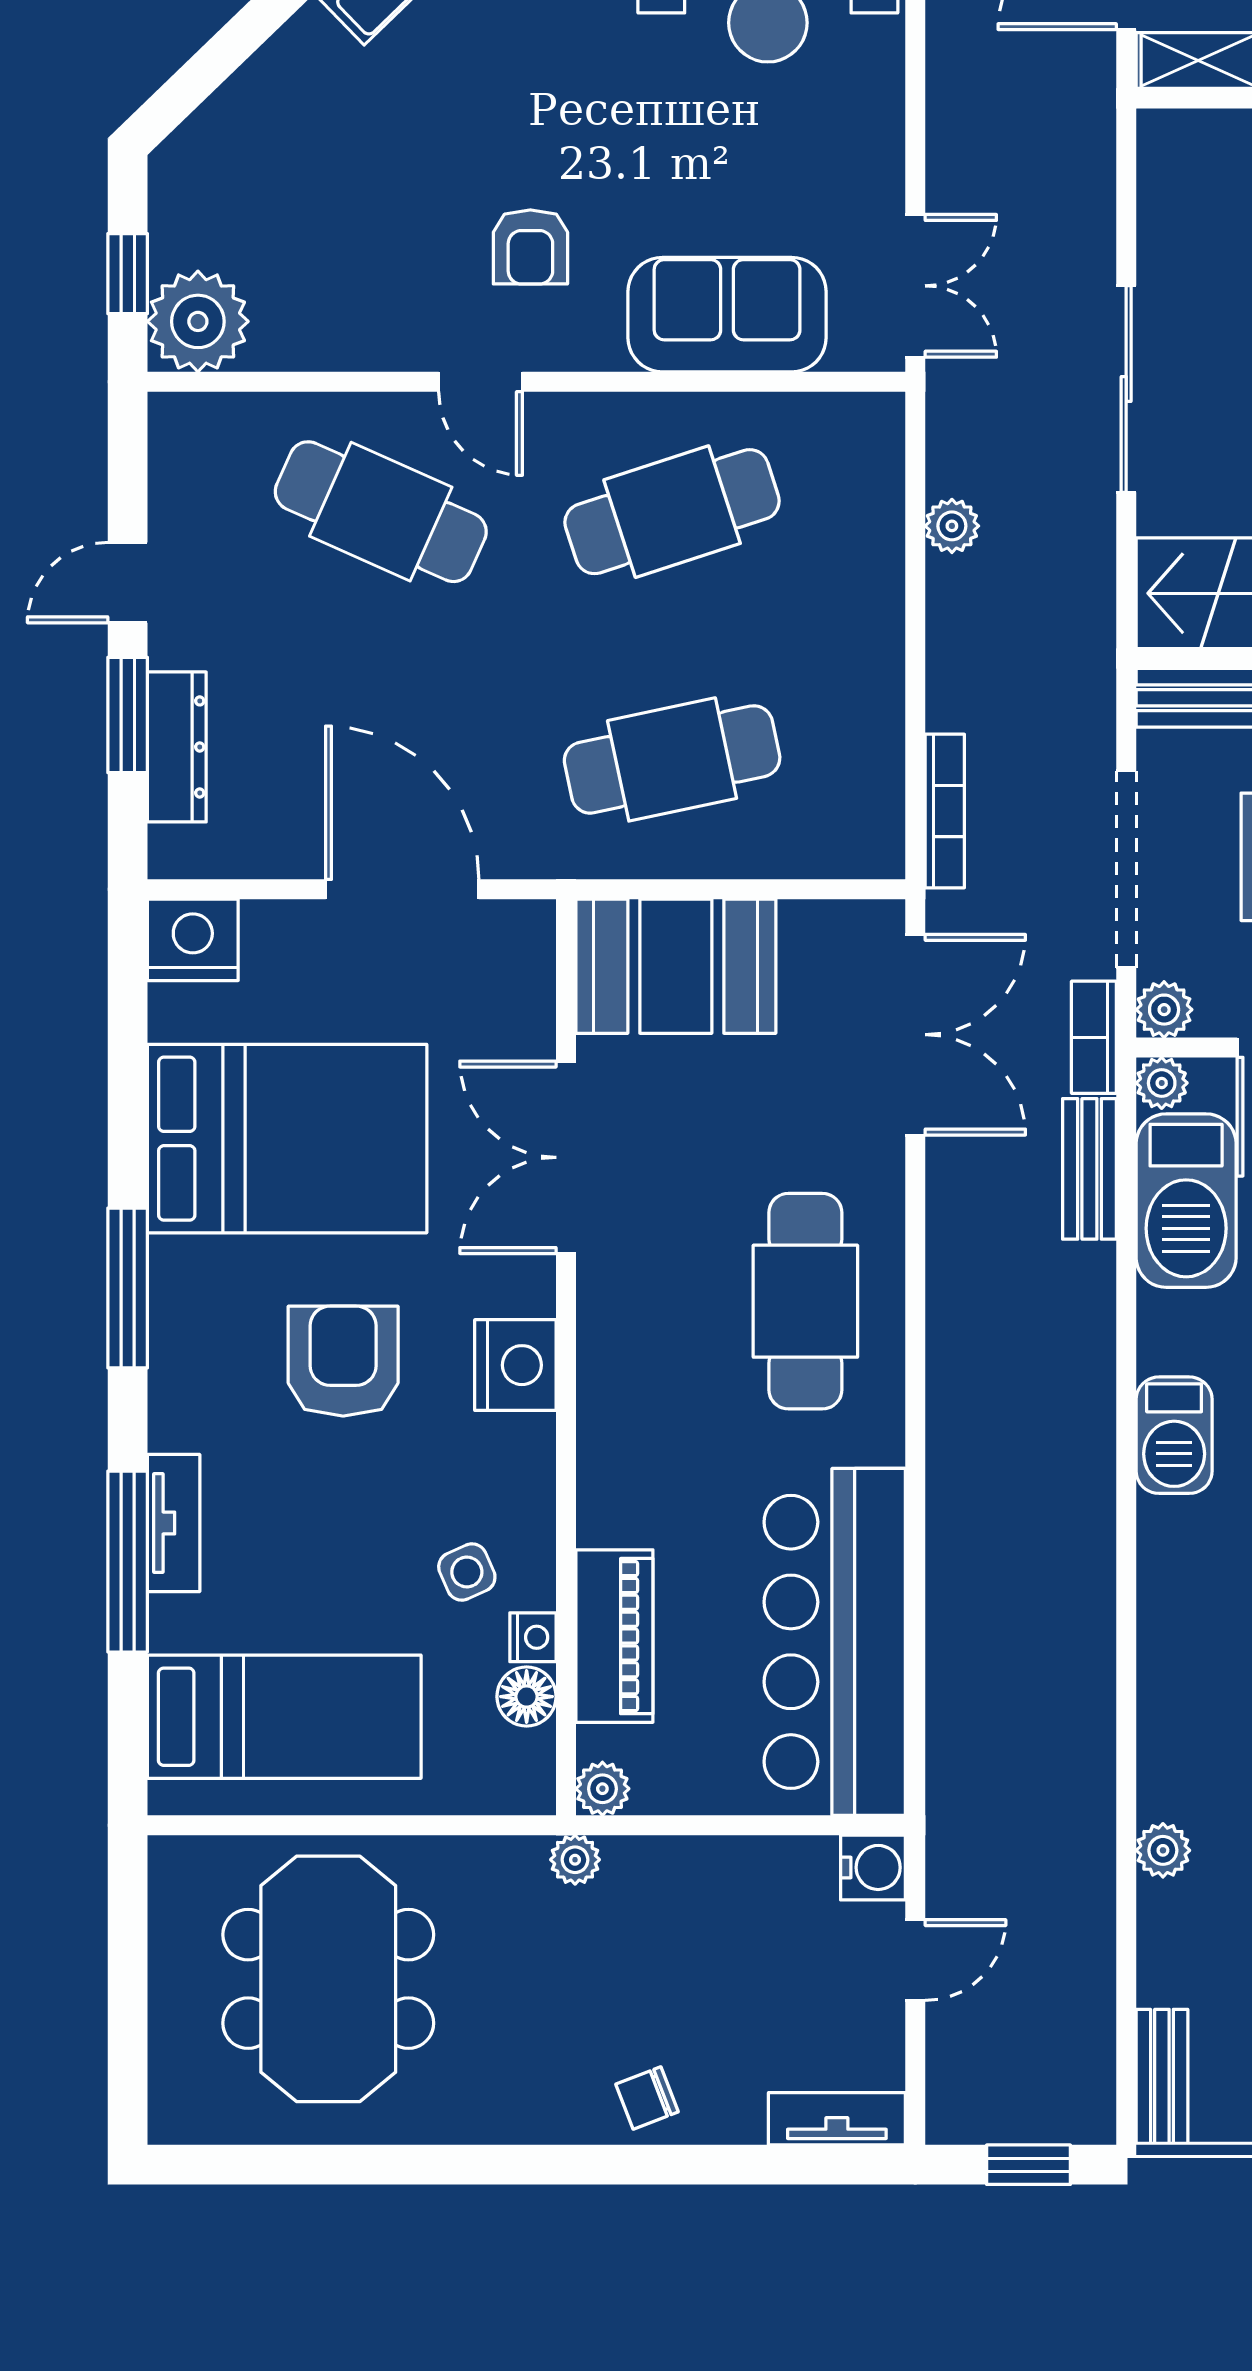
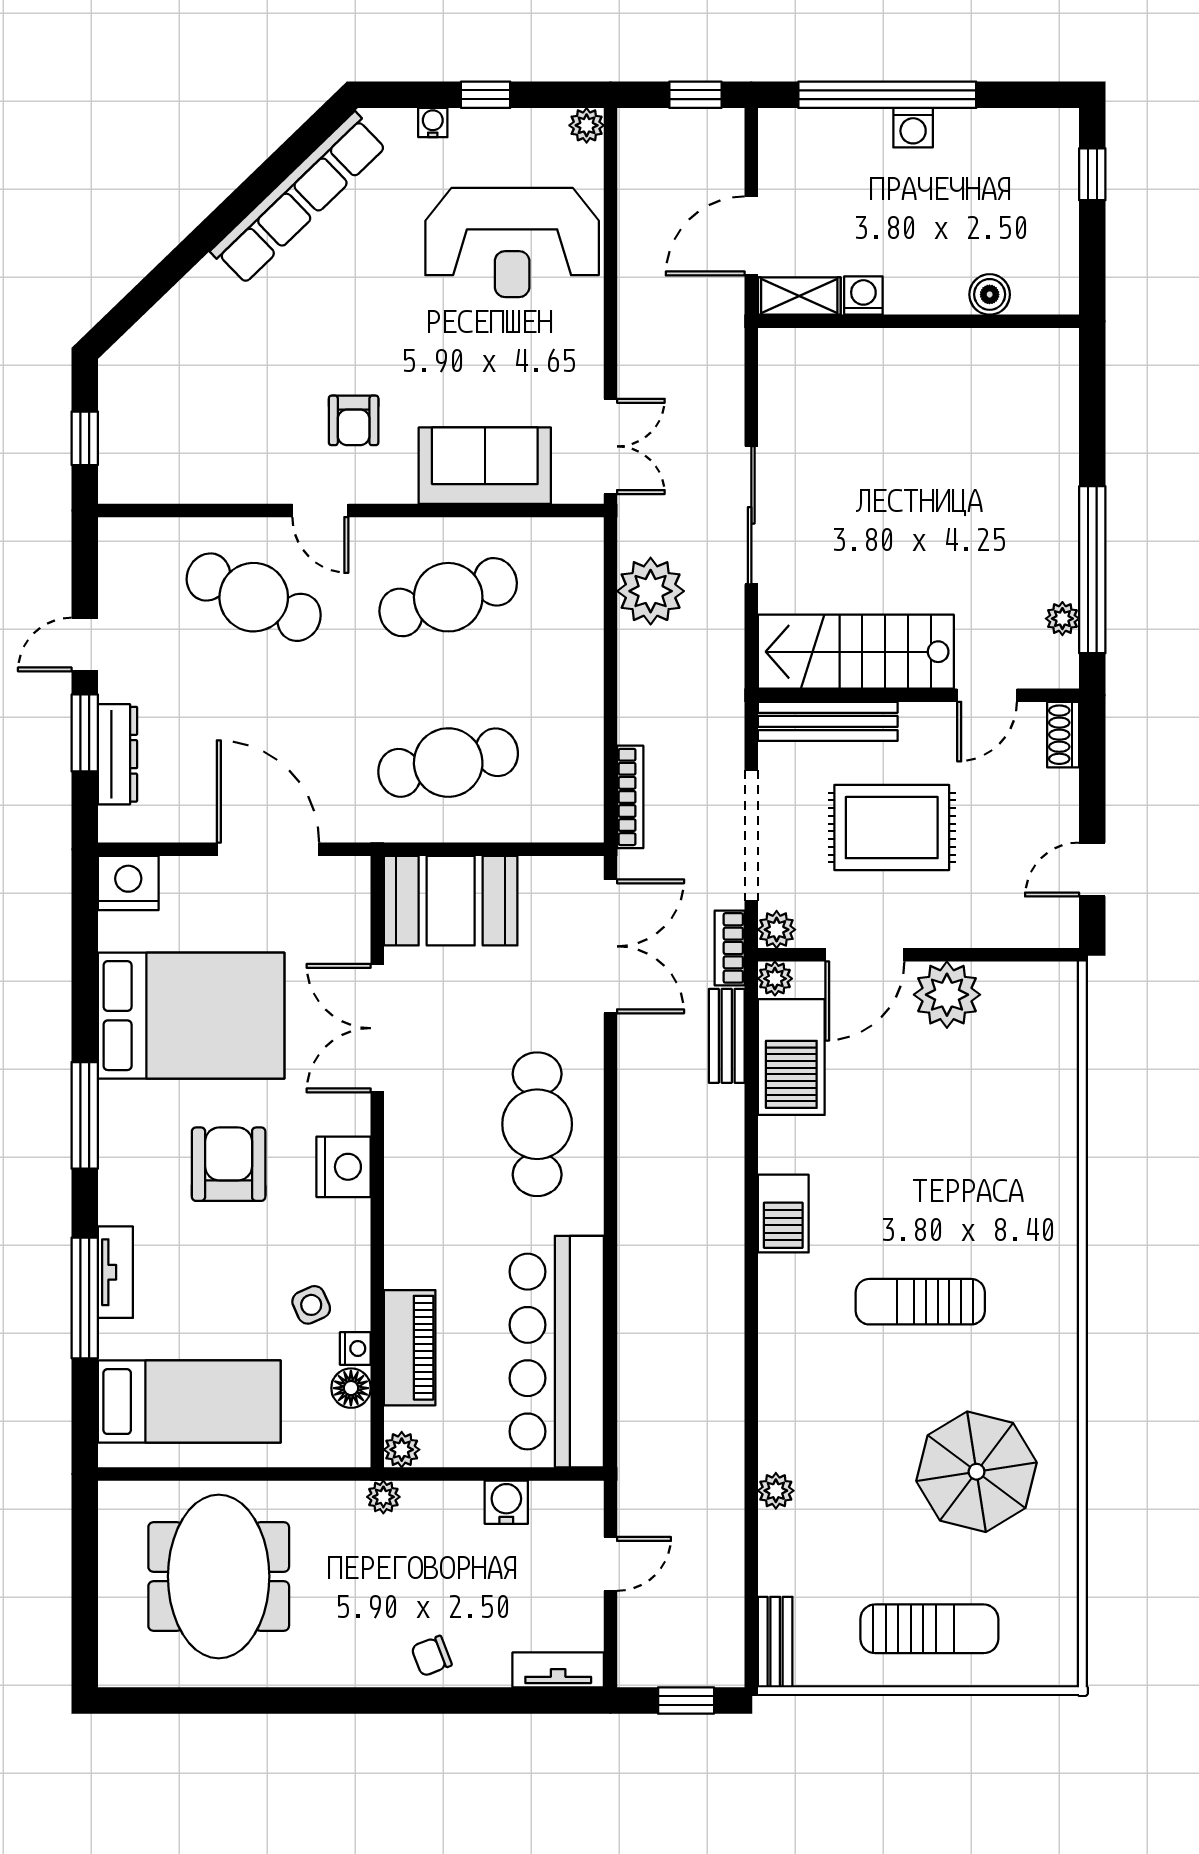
plant: (198, 321) -> (132, 470), removed
plant: (952, 526) -> (651, 591), width x1.88, depth x1.88
water cooler: (873, 1867) -> (506, 1502), moved, turned -90

